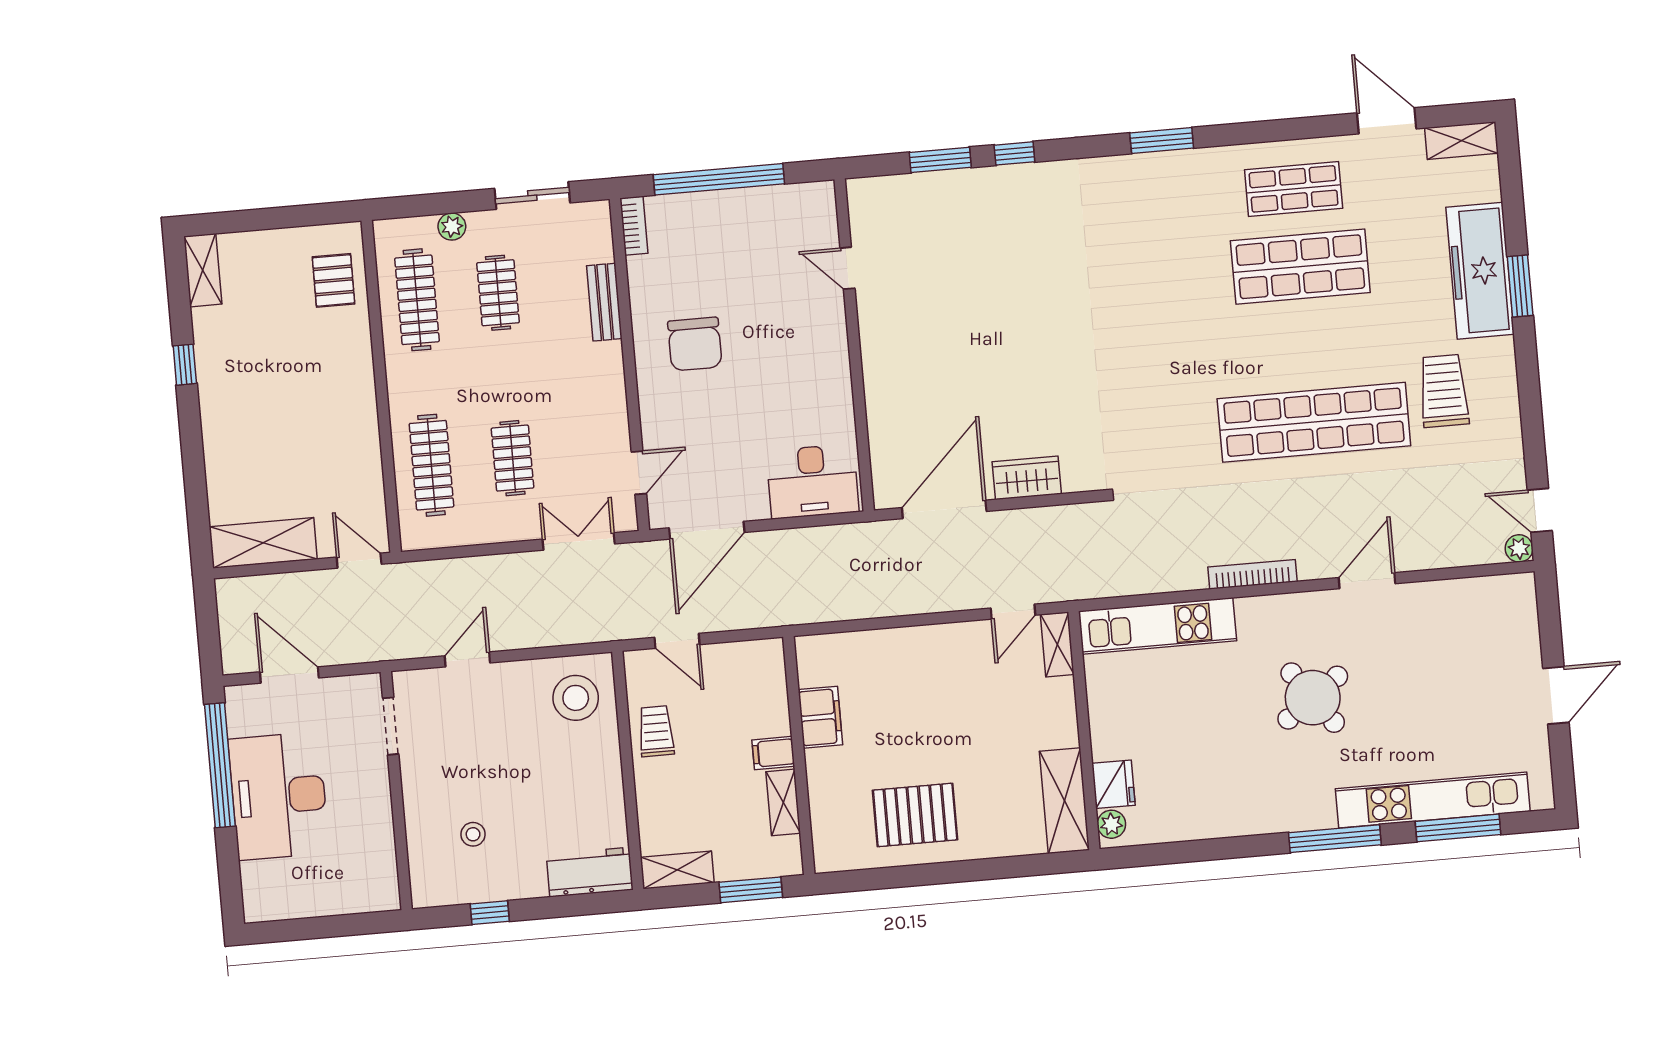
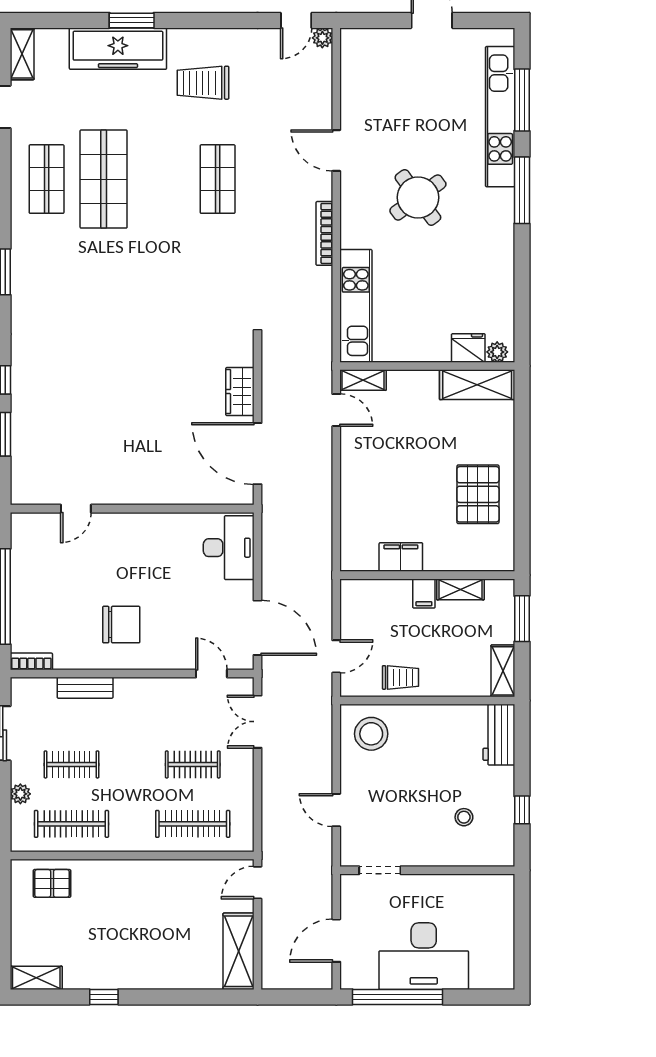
shop shelf: (1314, 422) -> (218, 179), width x0.50, depth x0.74
trolley: (656, 731) -> (401, 677), turned 180

